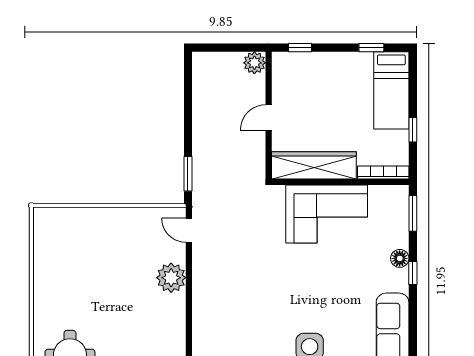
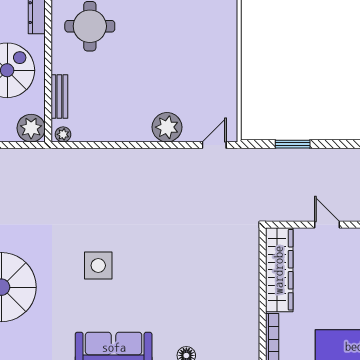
window: (188, 174) -> (293, 144), moved
corner sofa: (327, 214) -> (231, 283), removed

